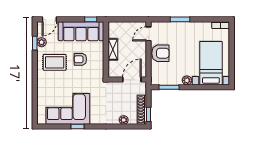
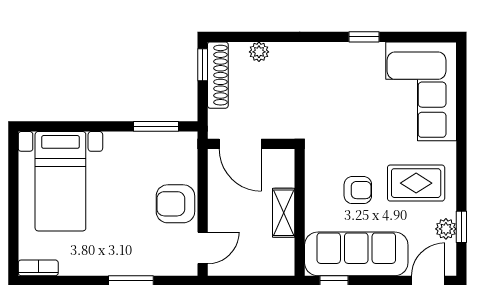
door: (132, 80) -> (240, 144), hinge flipped
plant: (187, 80) -> (115, 142), removed
corner sofa: (68, 109) -> (421, 91), moved, turned 90

